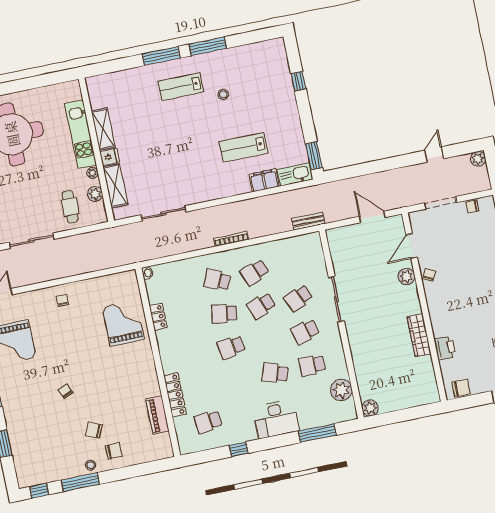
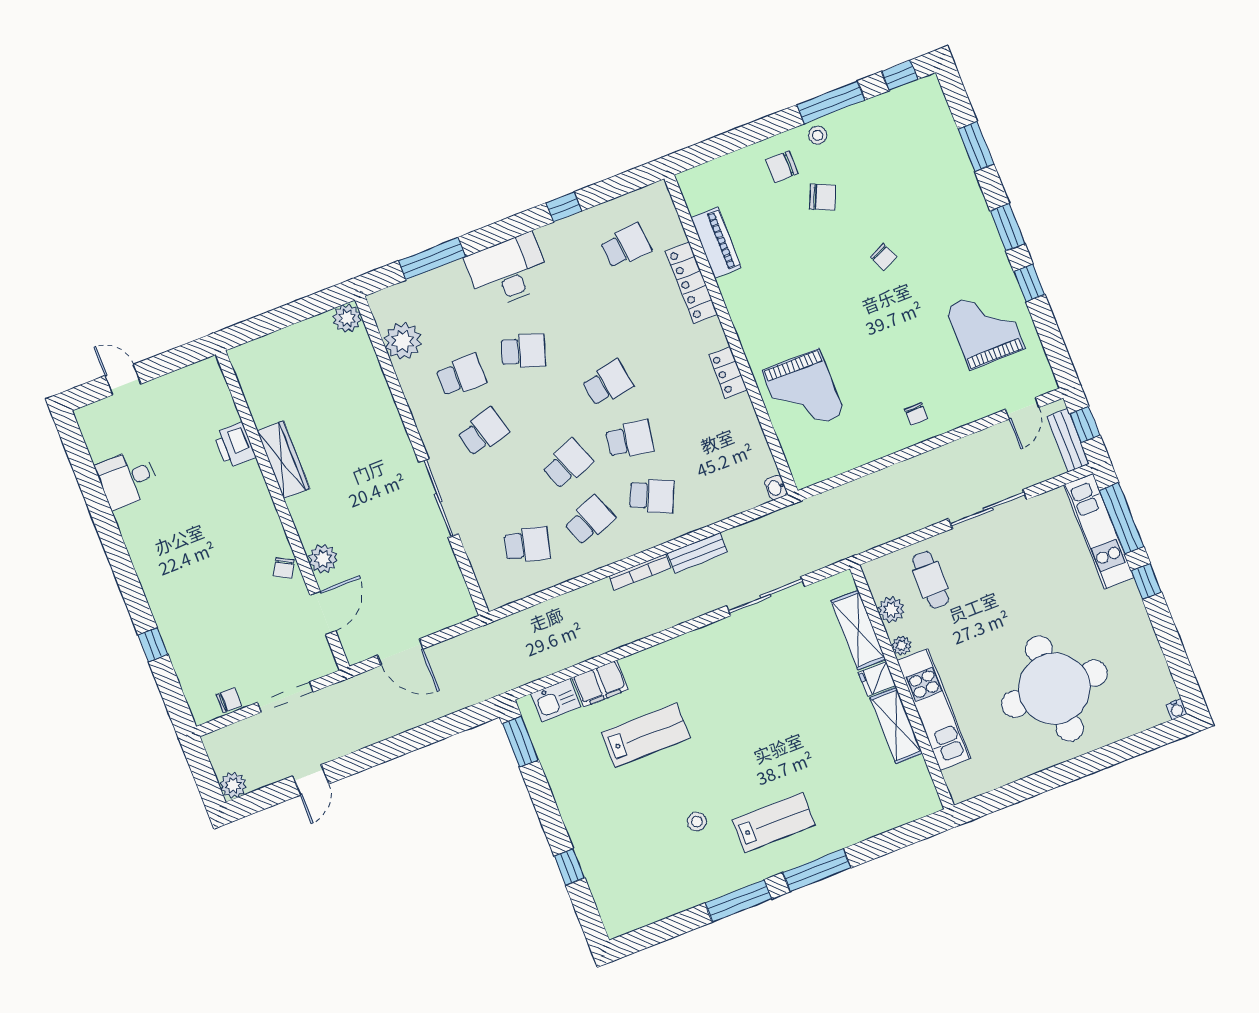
kitchen sink: (295, 175) -> (556, 700), width x0.73
bench: (308, 221) -> (697, 553), moved
school desk: (298, 298) -> (527, 545), moved, turned 39
locker: (158, 317) -> (728, 373), moved
chair: (461, 388) -> (194, 380), removed

